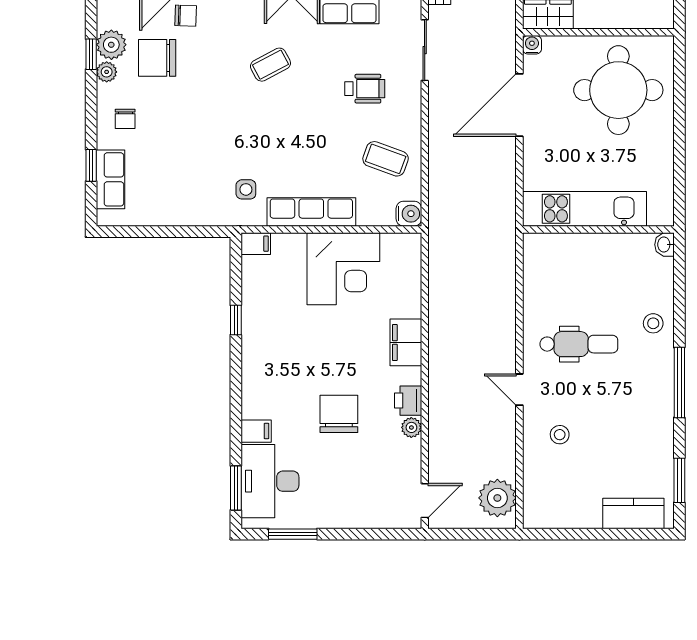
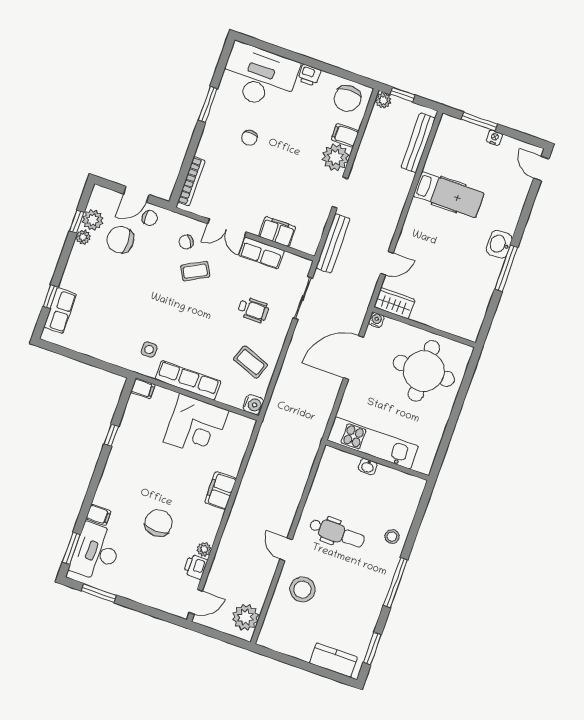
chair: (125, 119) -> (186, 242), moved, turned 56
washbasin: (664, 245) -> (368, 467), moved, turned -90
printer: (408, 401) -> (196, 567), moved
stool: (560, 435) -> (302, 589), width x1.89, depth x1.89

